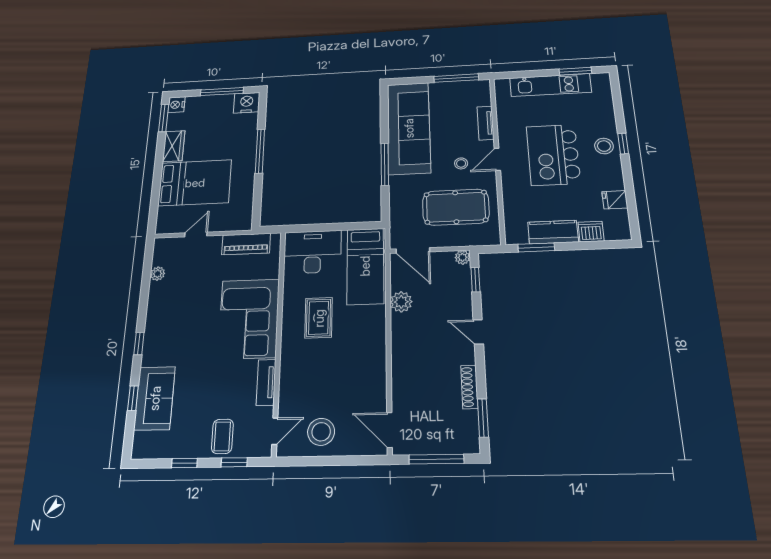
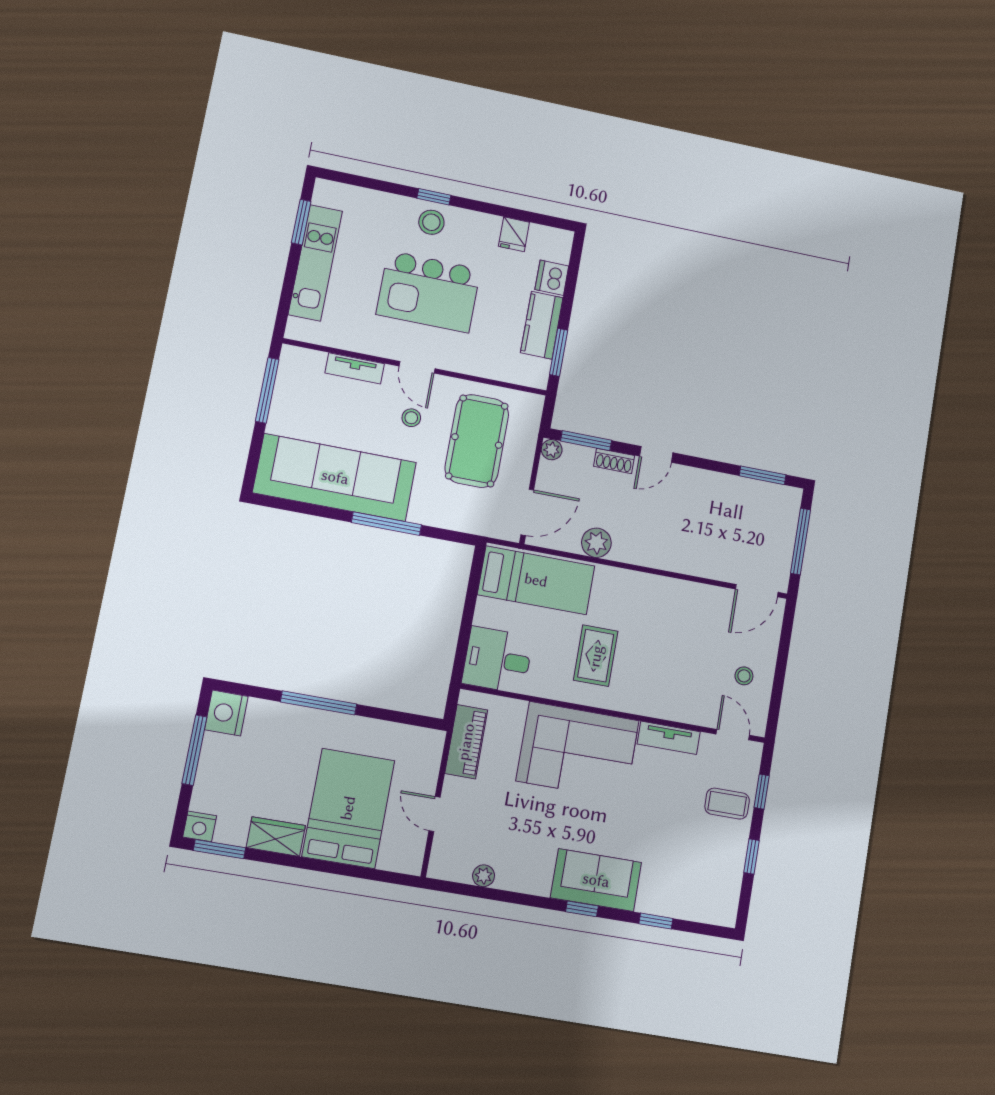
desk: (312, 252) -> (497, 660), width x0.73
window: (475, 280) -> (586, 441), width x1.50
rug: (319, 318) -> (596, 656), turned 90
shoe rack: (469, 387) -> (614, 461), moved, width x0.70
sofa: (155, 398) -> (596, 880), moved
stool: (321, 432) -> (744, 676), width x0.53, depth x0.53

